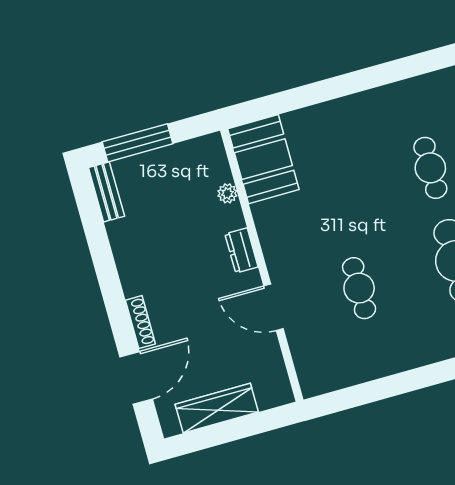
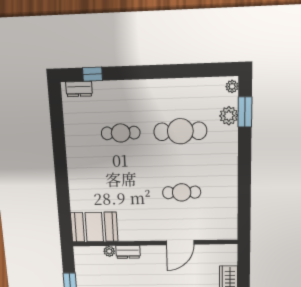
dresser: (242, 250) -> (128, 252), moved

